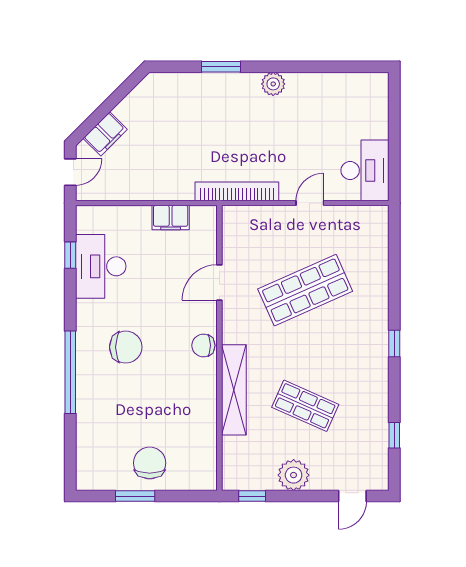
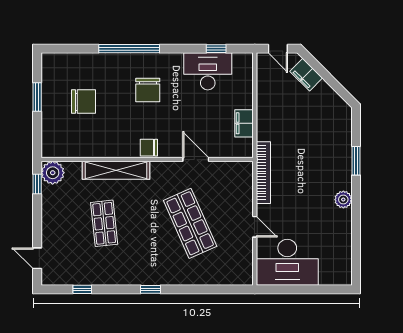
desk: (365, 170) -> (287, 262), width x1.36, depth x1.30
chair: (203, 345) -> (149, 148), turned -90
shop shelf: (305, 406) -> (104, 223), turned -30
chair: (150, 463) -> (83, 102), moved
plant: (294, 475) -> (53, 173), moved

